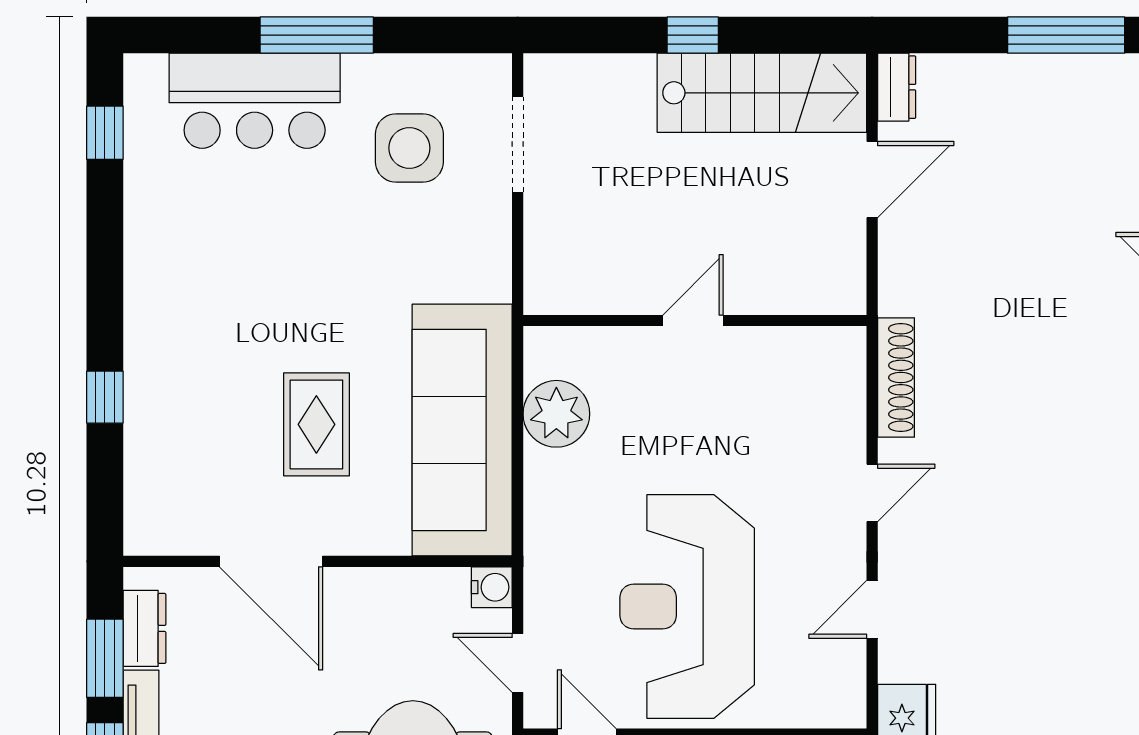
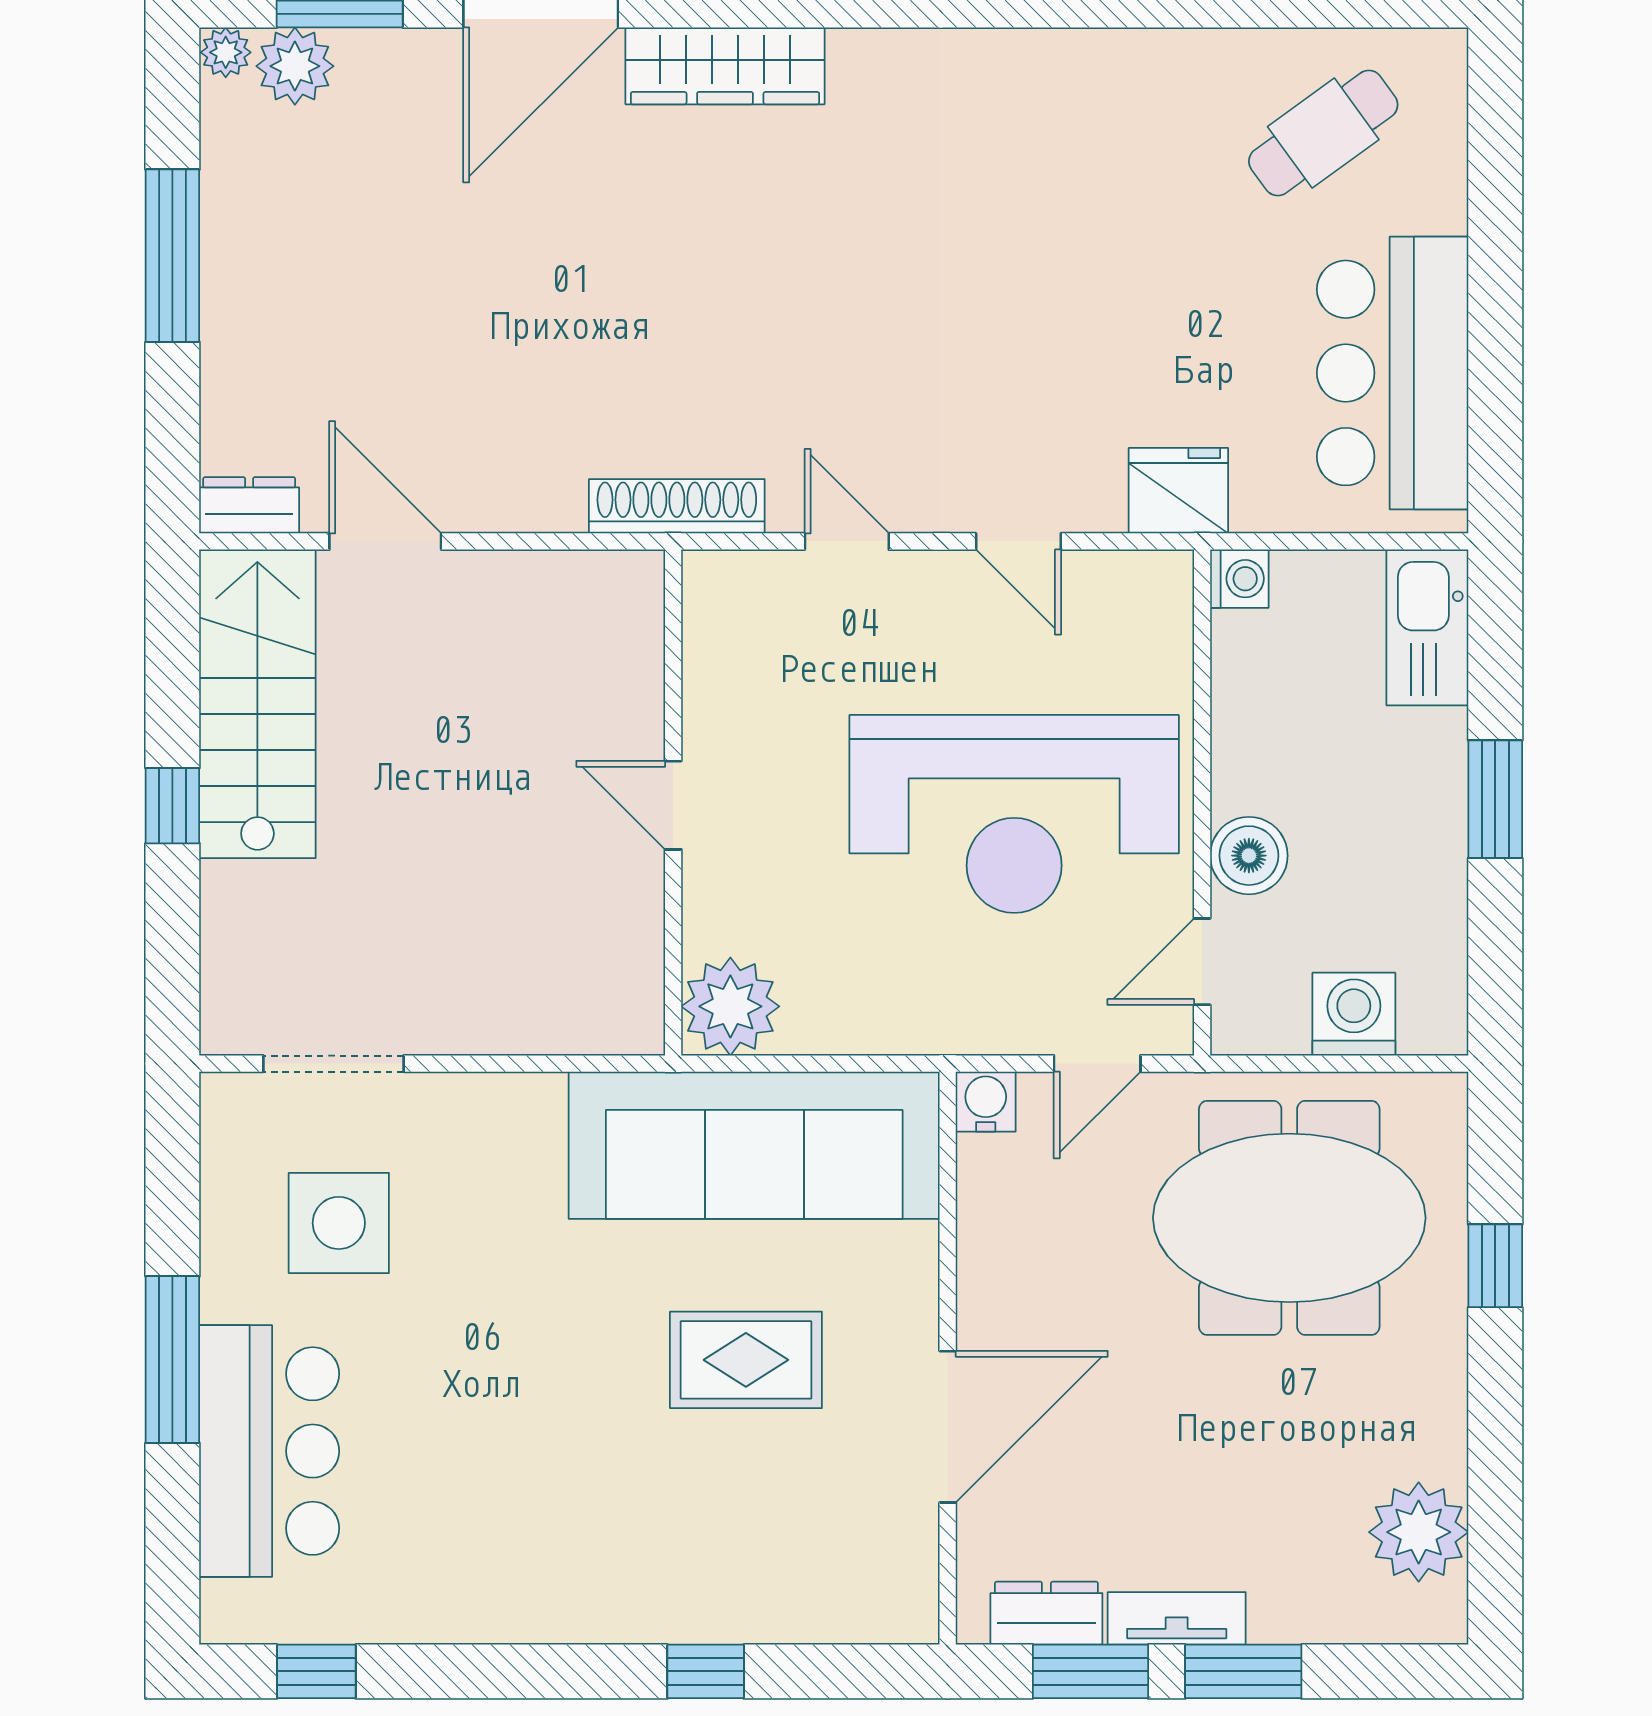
door: (693, 320) -> (673, 805), moved
wall: (695, 320) -> (673, 803), moved

